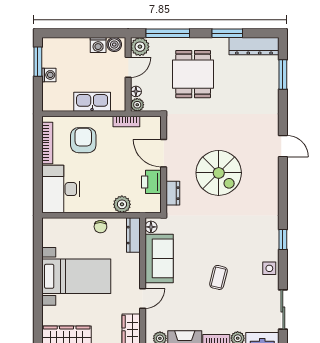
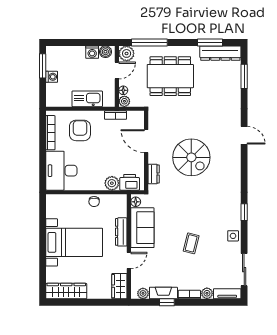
window: (227, 33) -> (210, 42), moved
dining table: (193, 74) -> (170, 76), width x1.37
printer: (151, 182) -> (130, 182), moved, turned 90
dresser: (133, 235) -> (121, 232), moved

